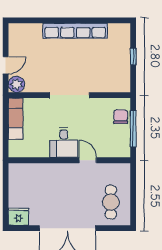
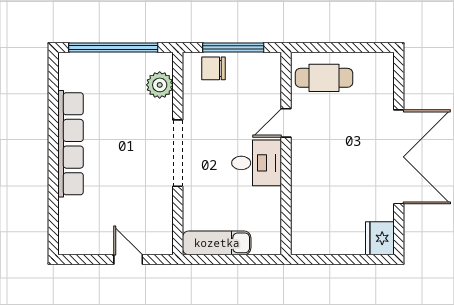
window: (133, 56) -> (113, 48), width x3.17
plant: (16, 84) -> (160, 85), moved
cafe table: (111, 202) -> (324, 78), moved

